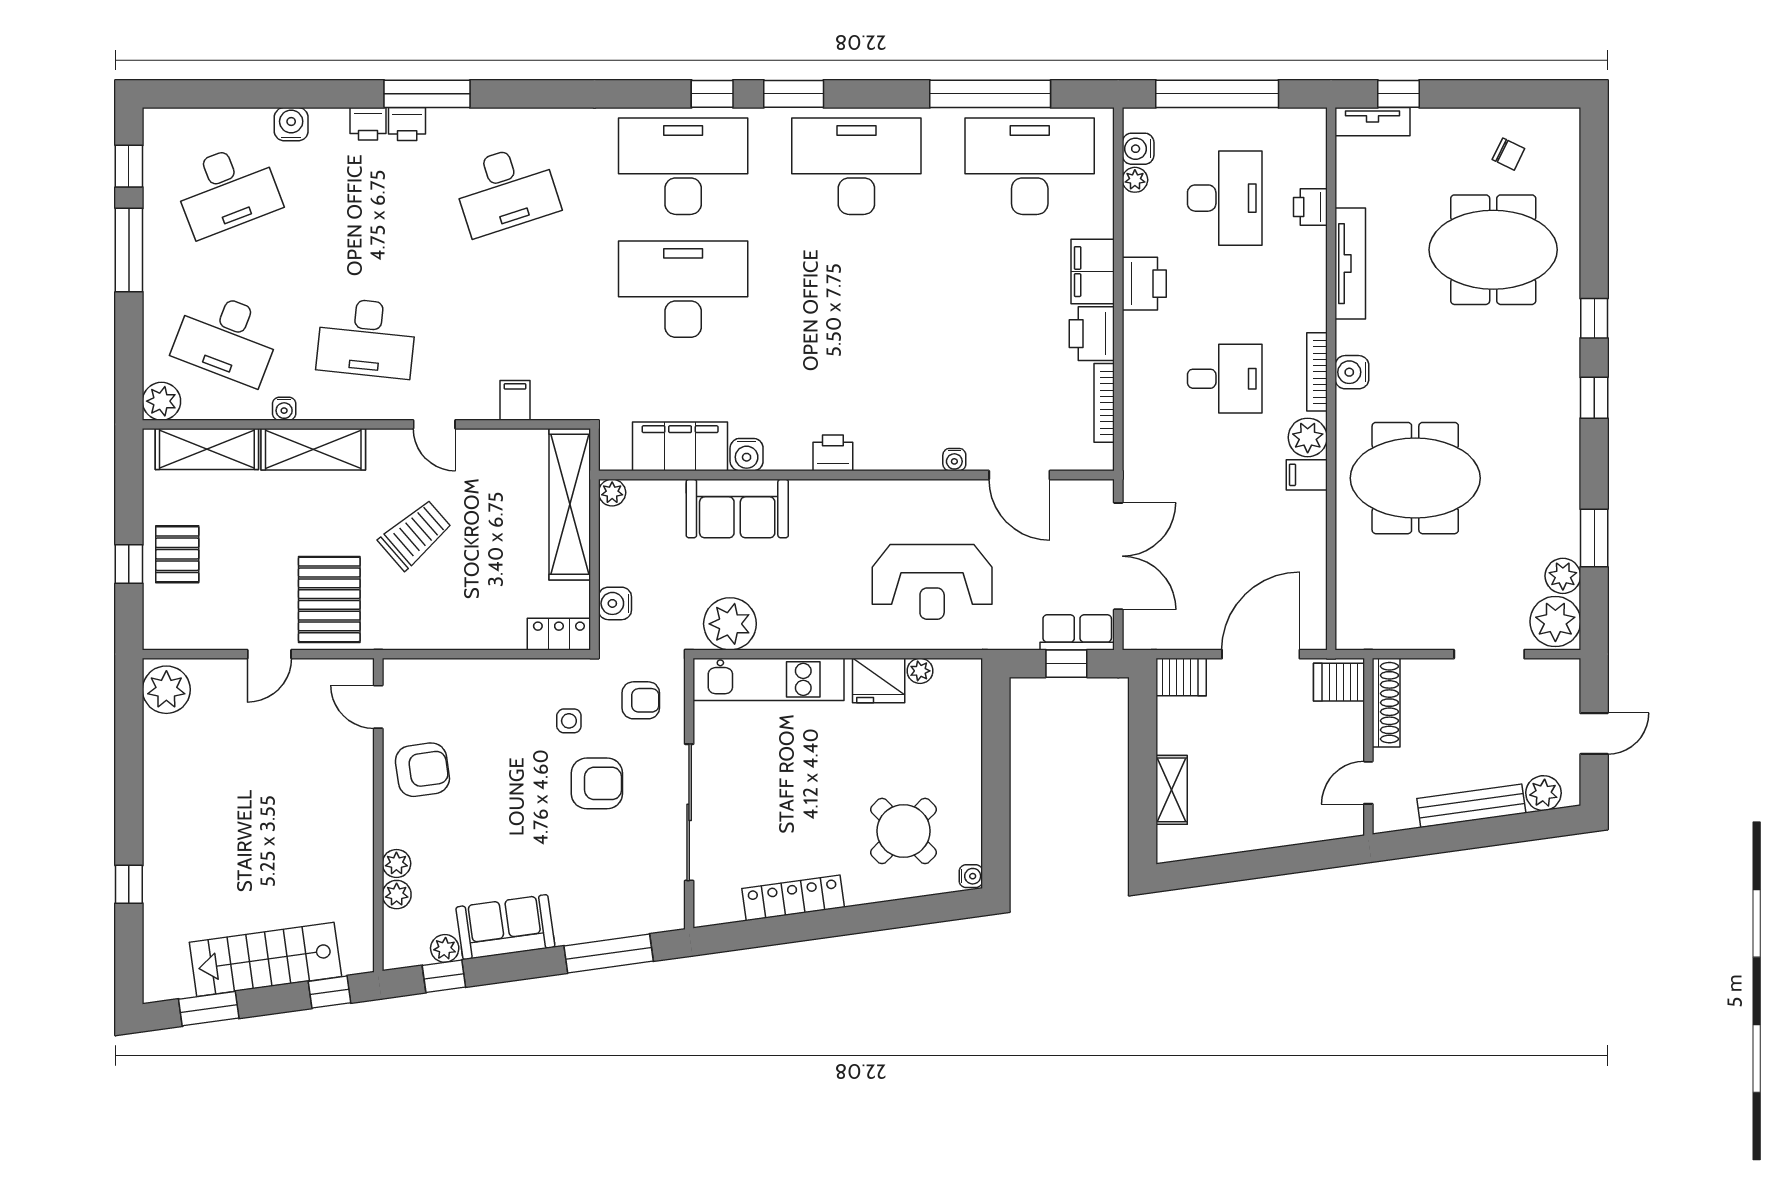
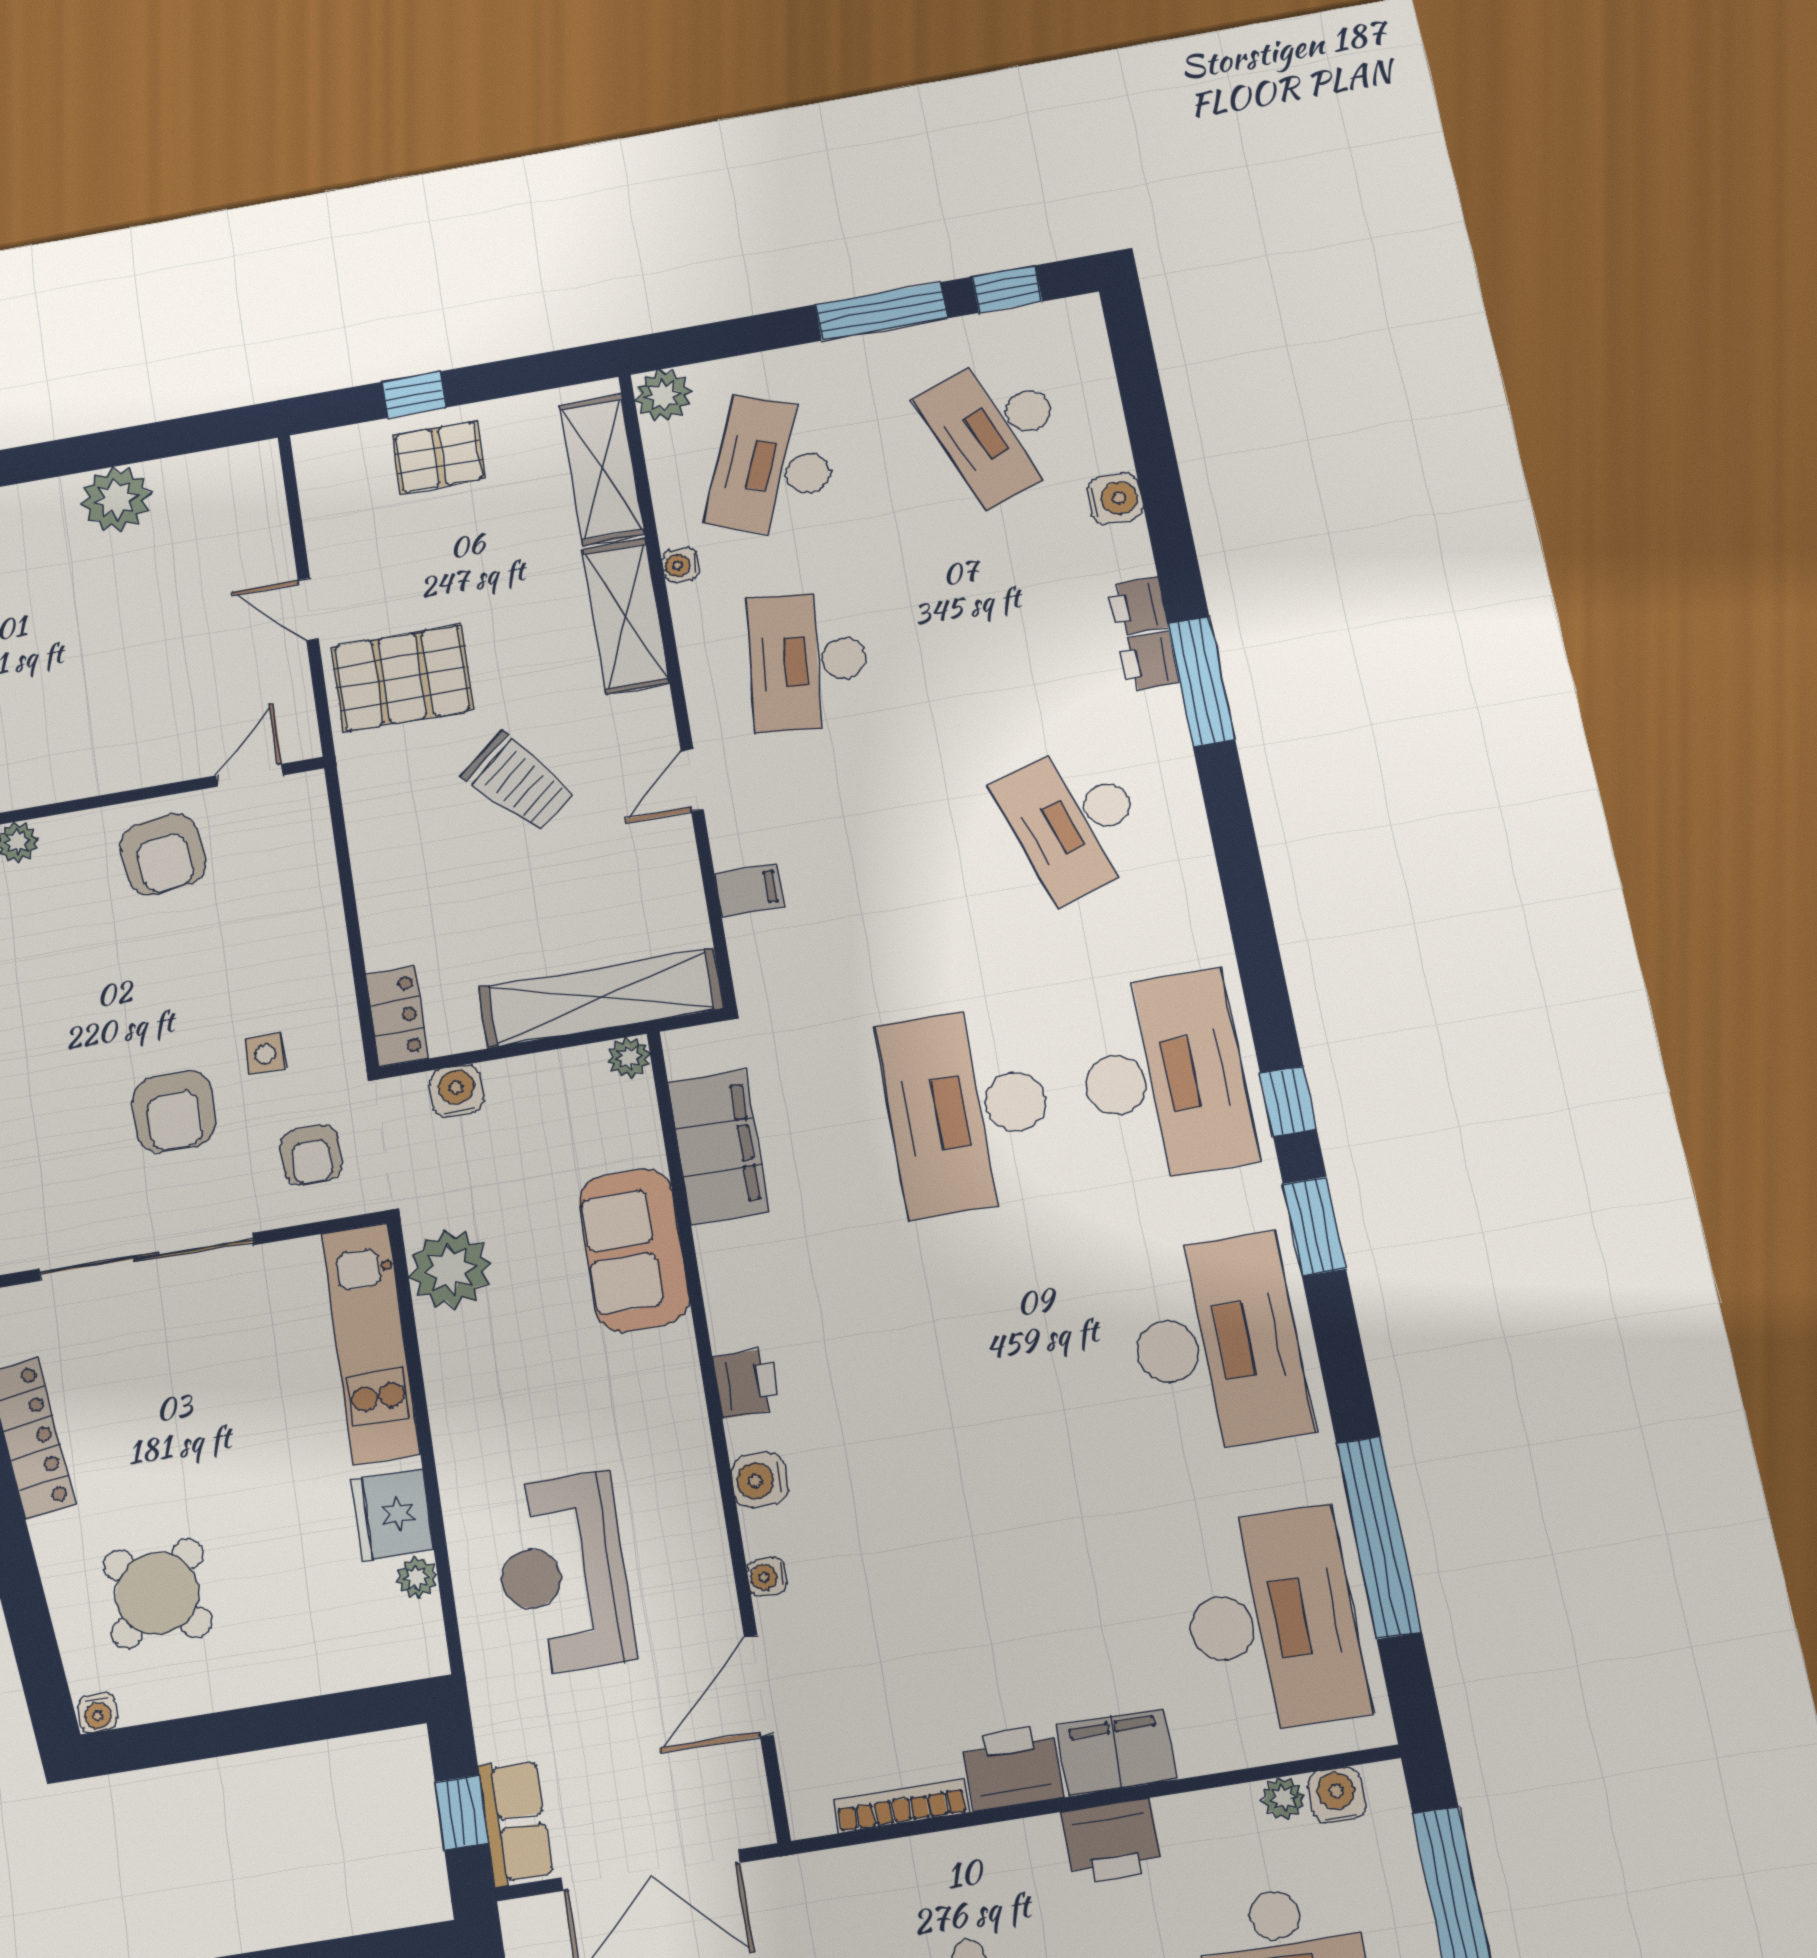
desk: (683, 289) -> (968, 1110), turned 180
water cooler: (747, 455) -> (759, 1480), moved
plant: (166, 690) -> (116, 499), moved

